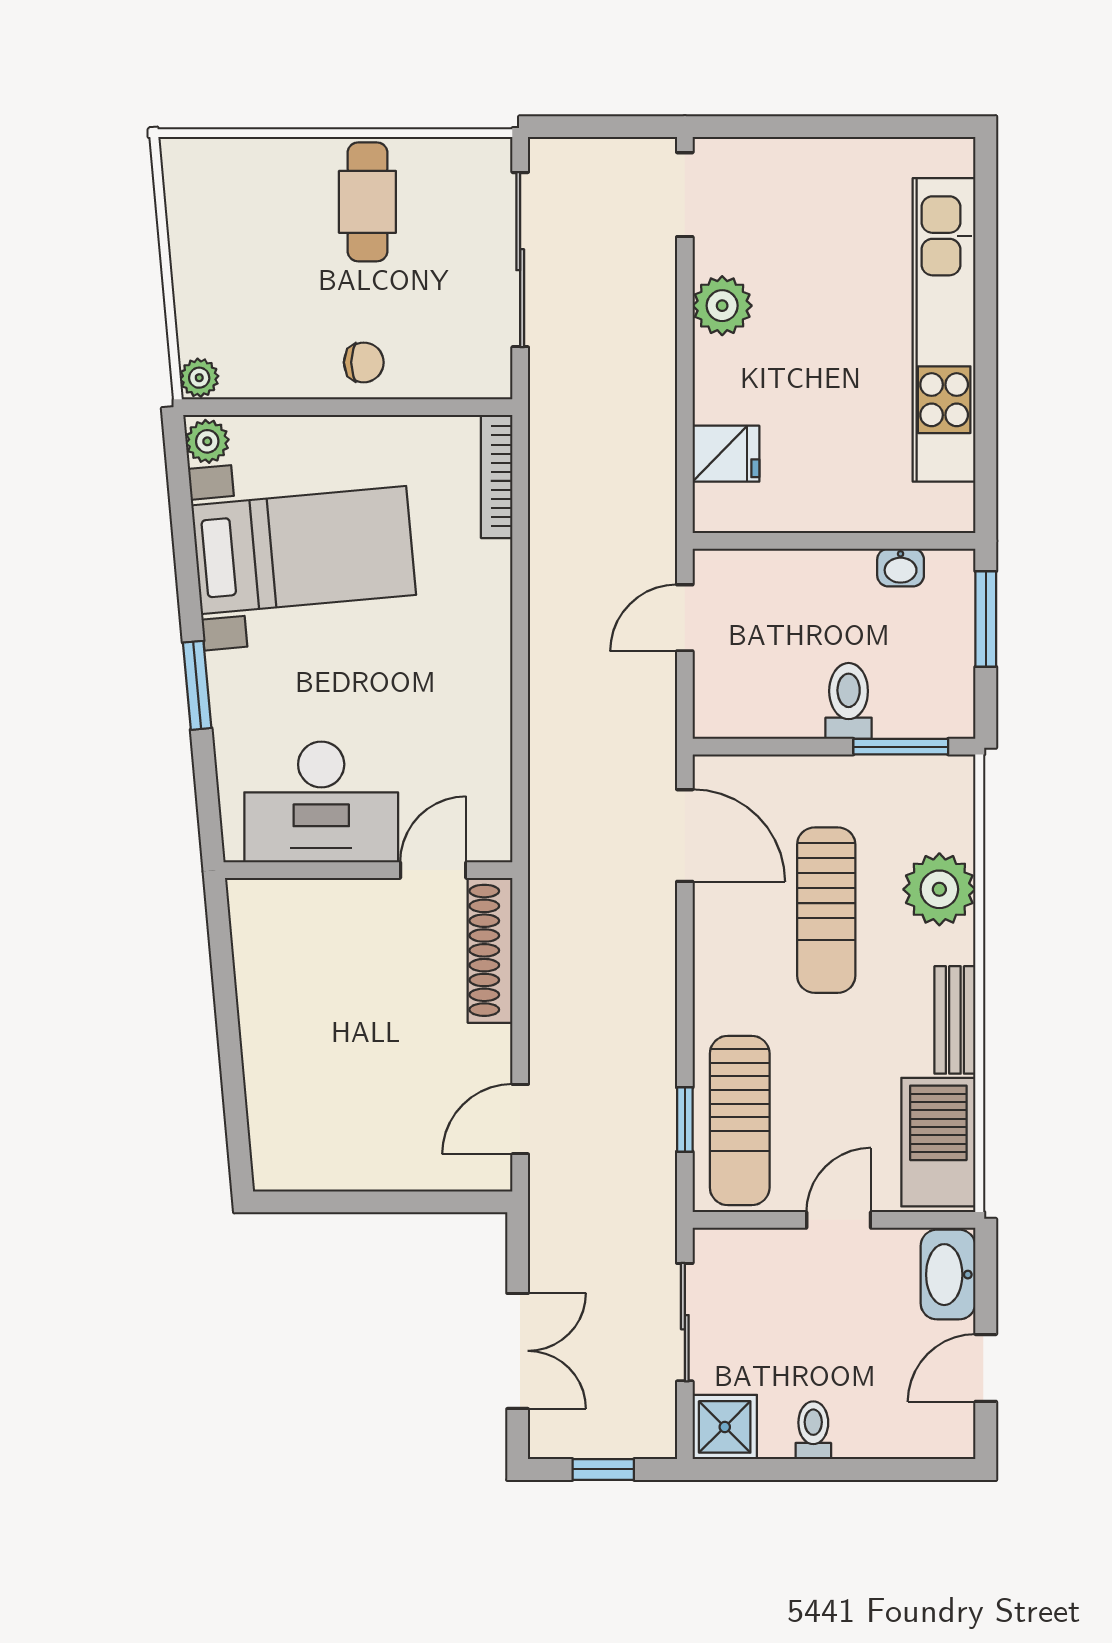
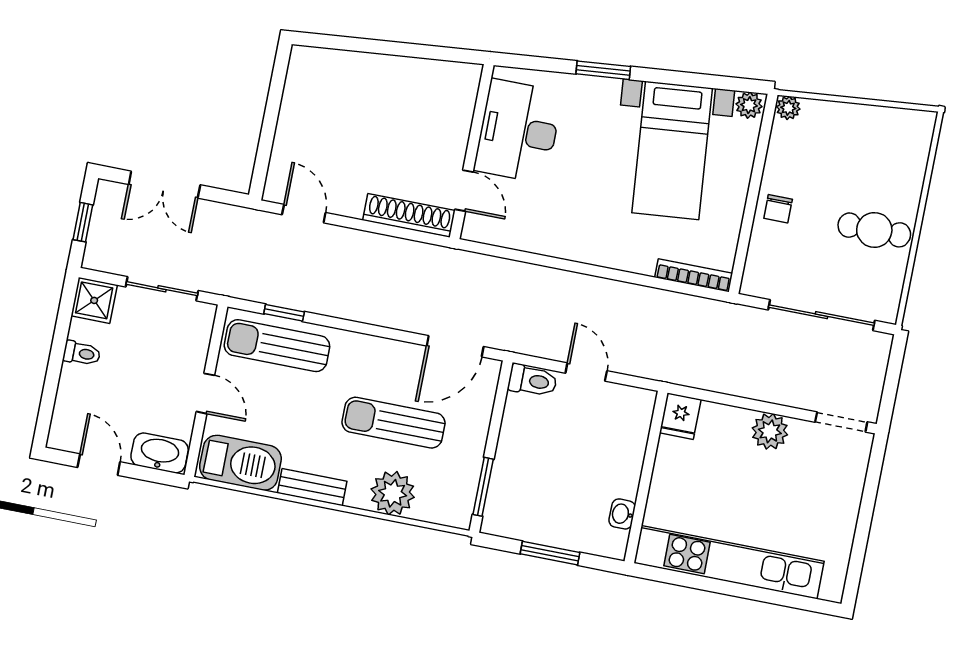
wall: (834, 541) -> (646, 477), moved
washbasin: (901, 567) -> (622, 514), moved
toilet: (849, 701) -> (533, 381), moved

